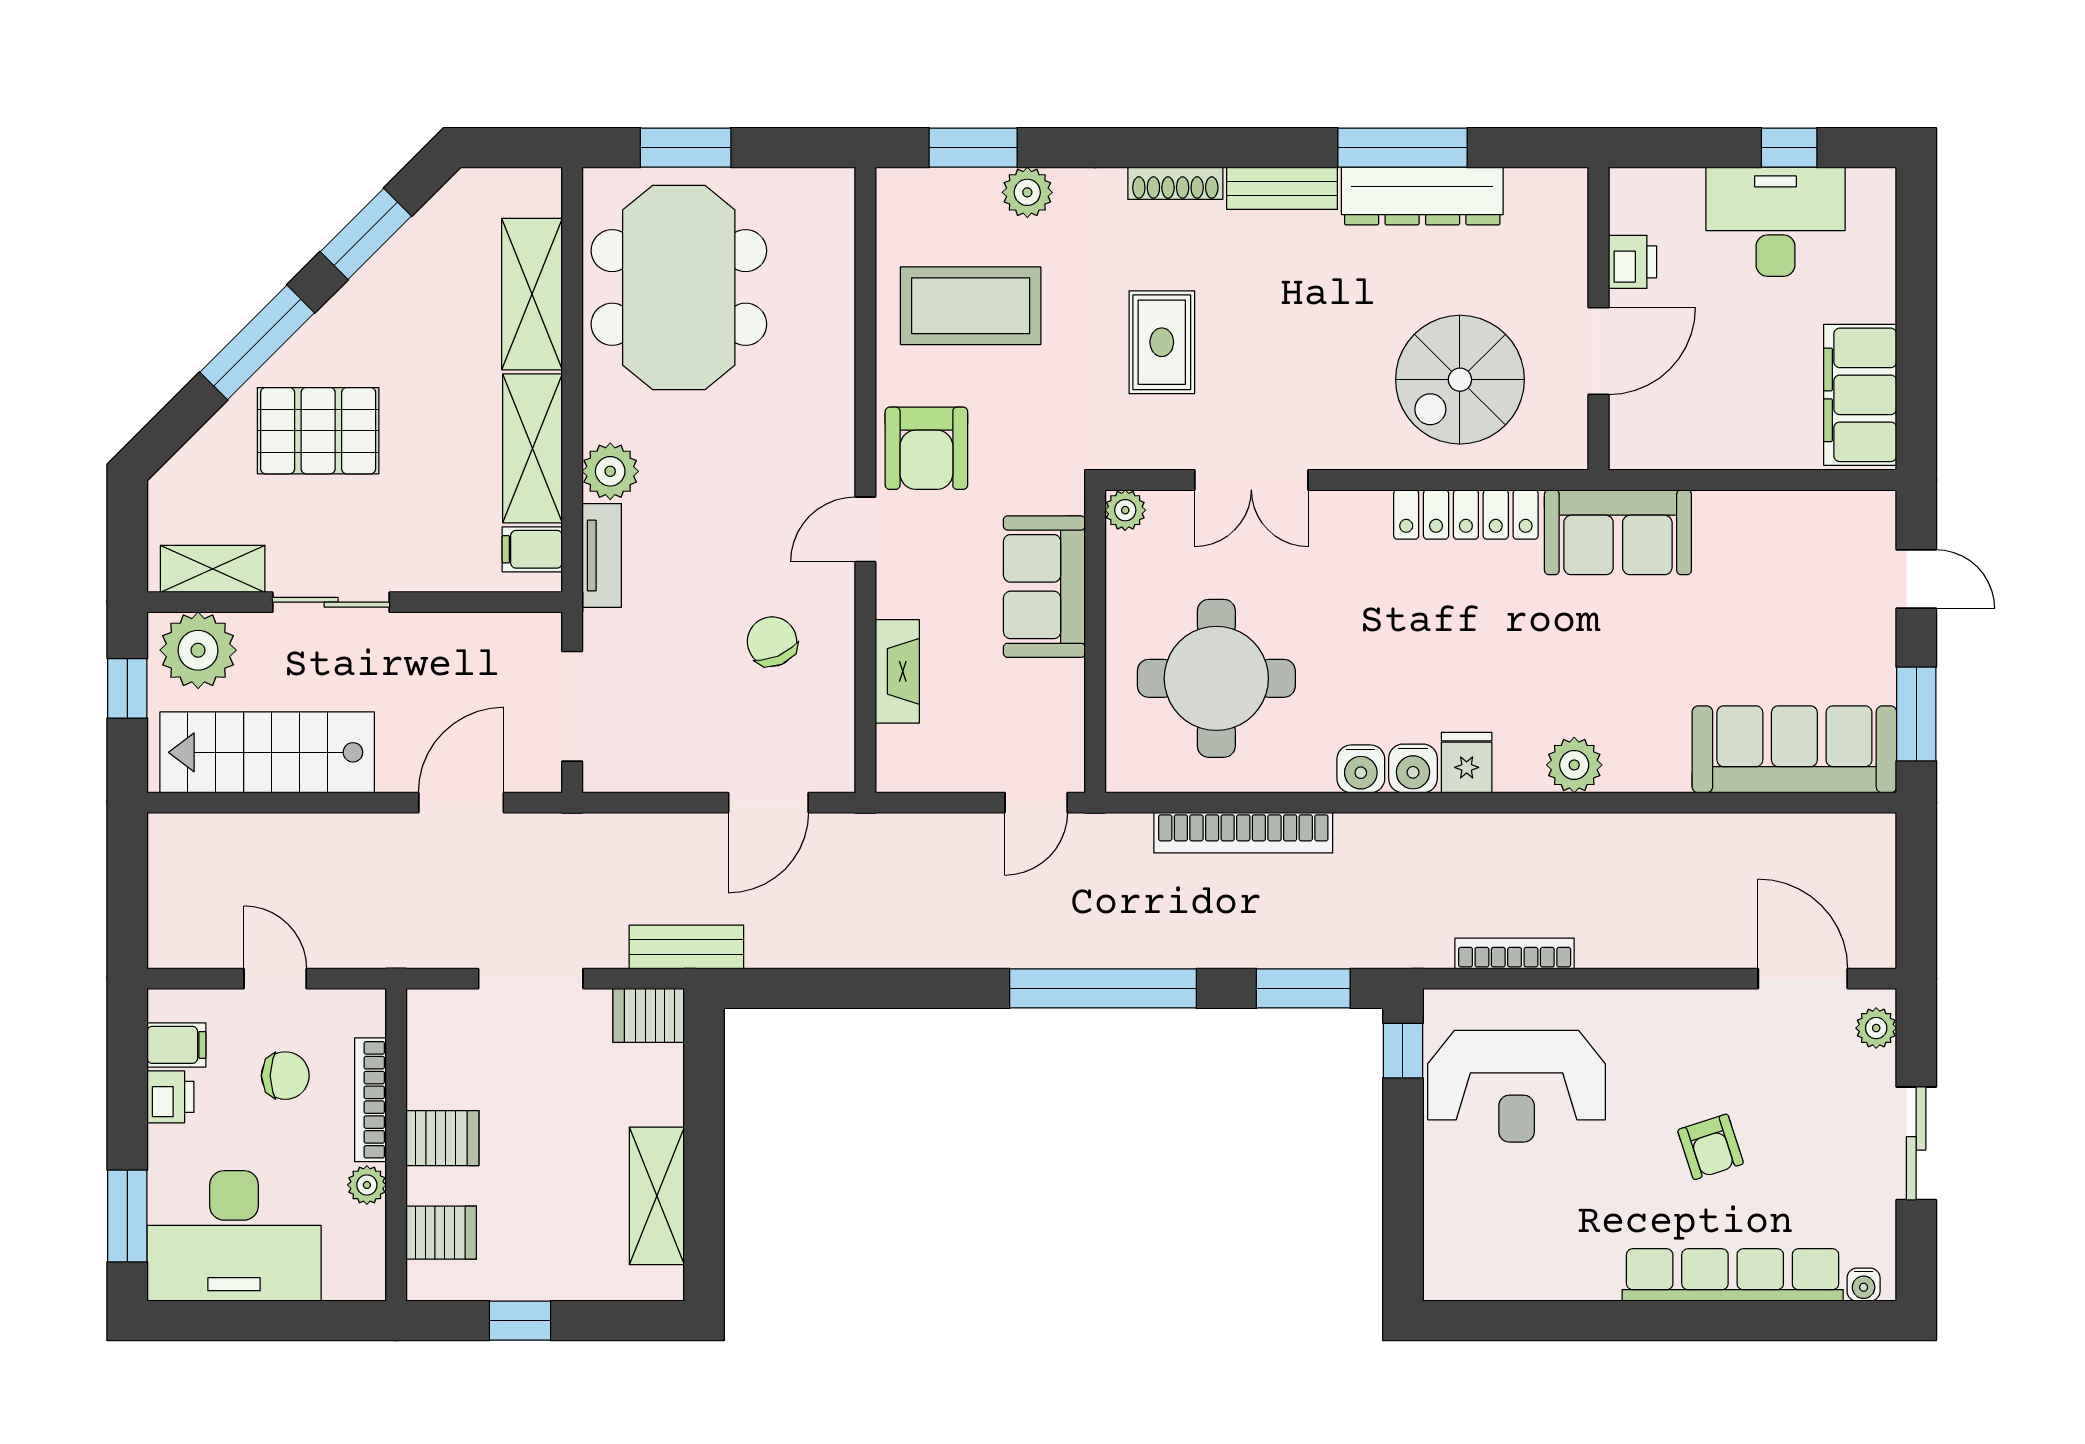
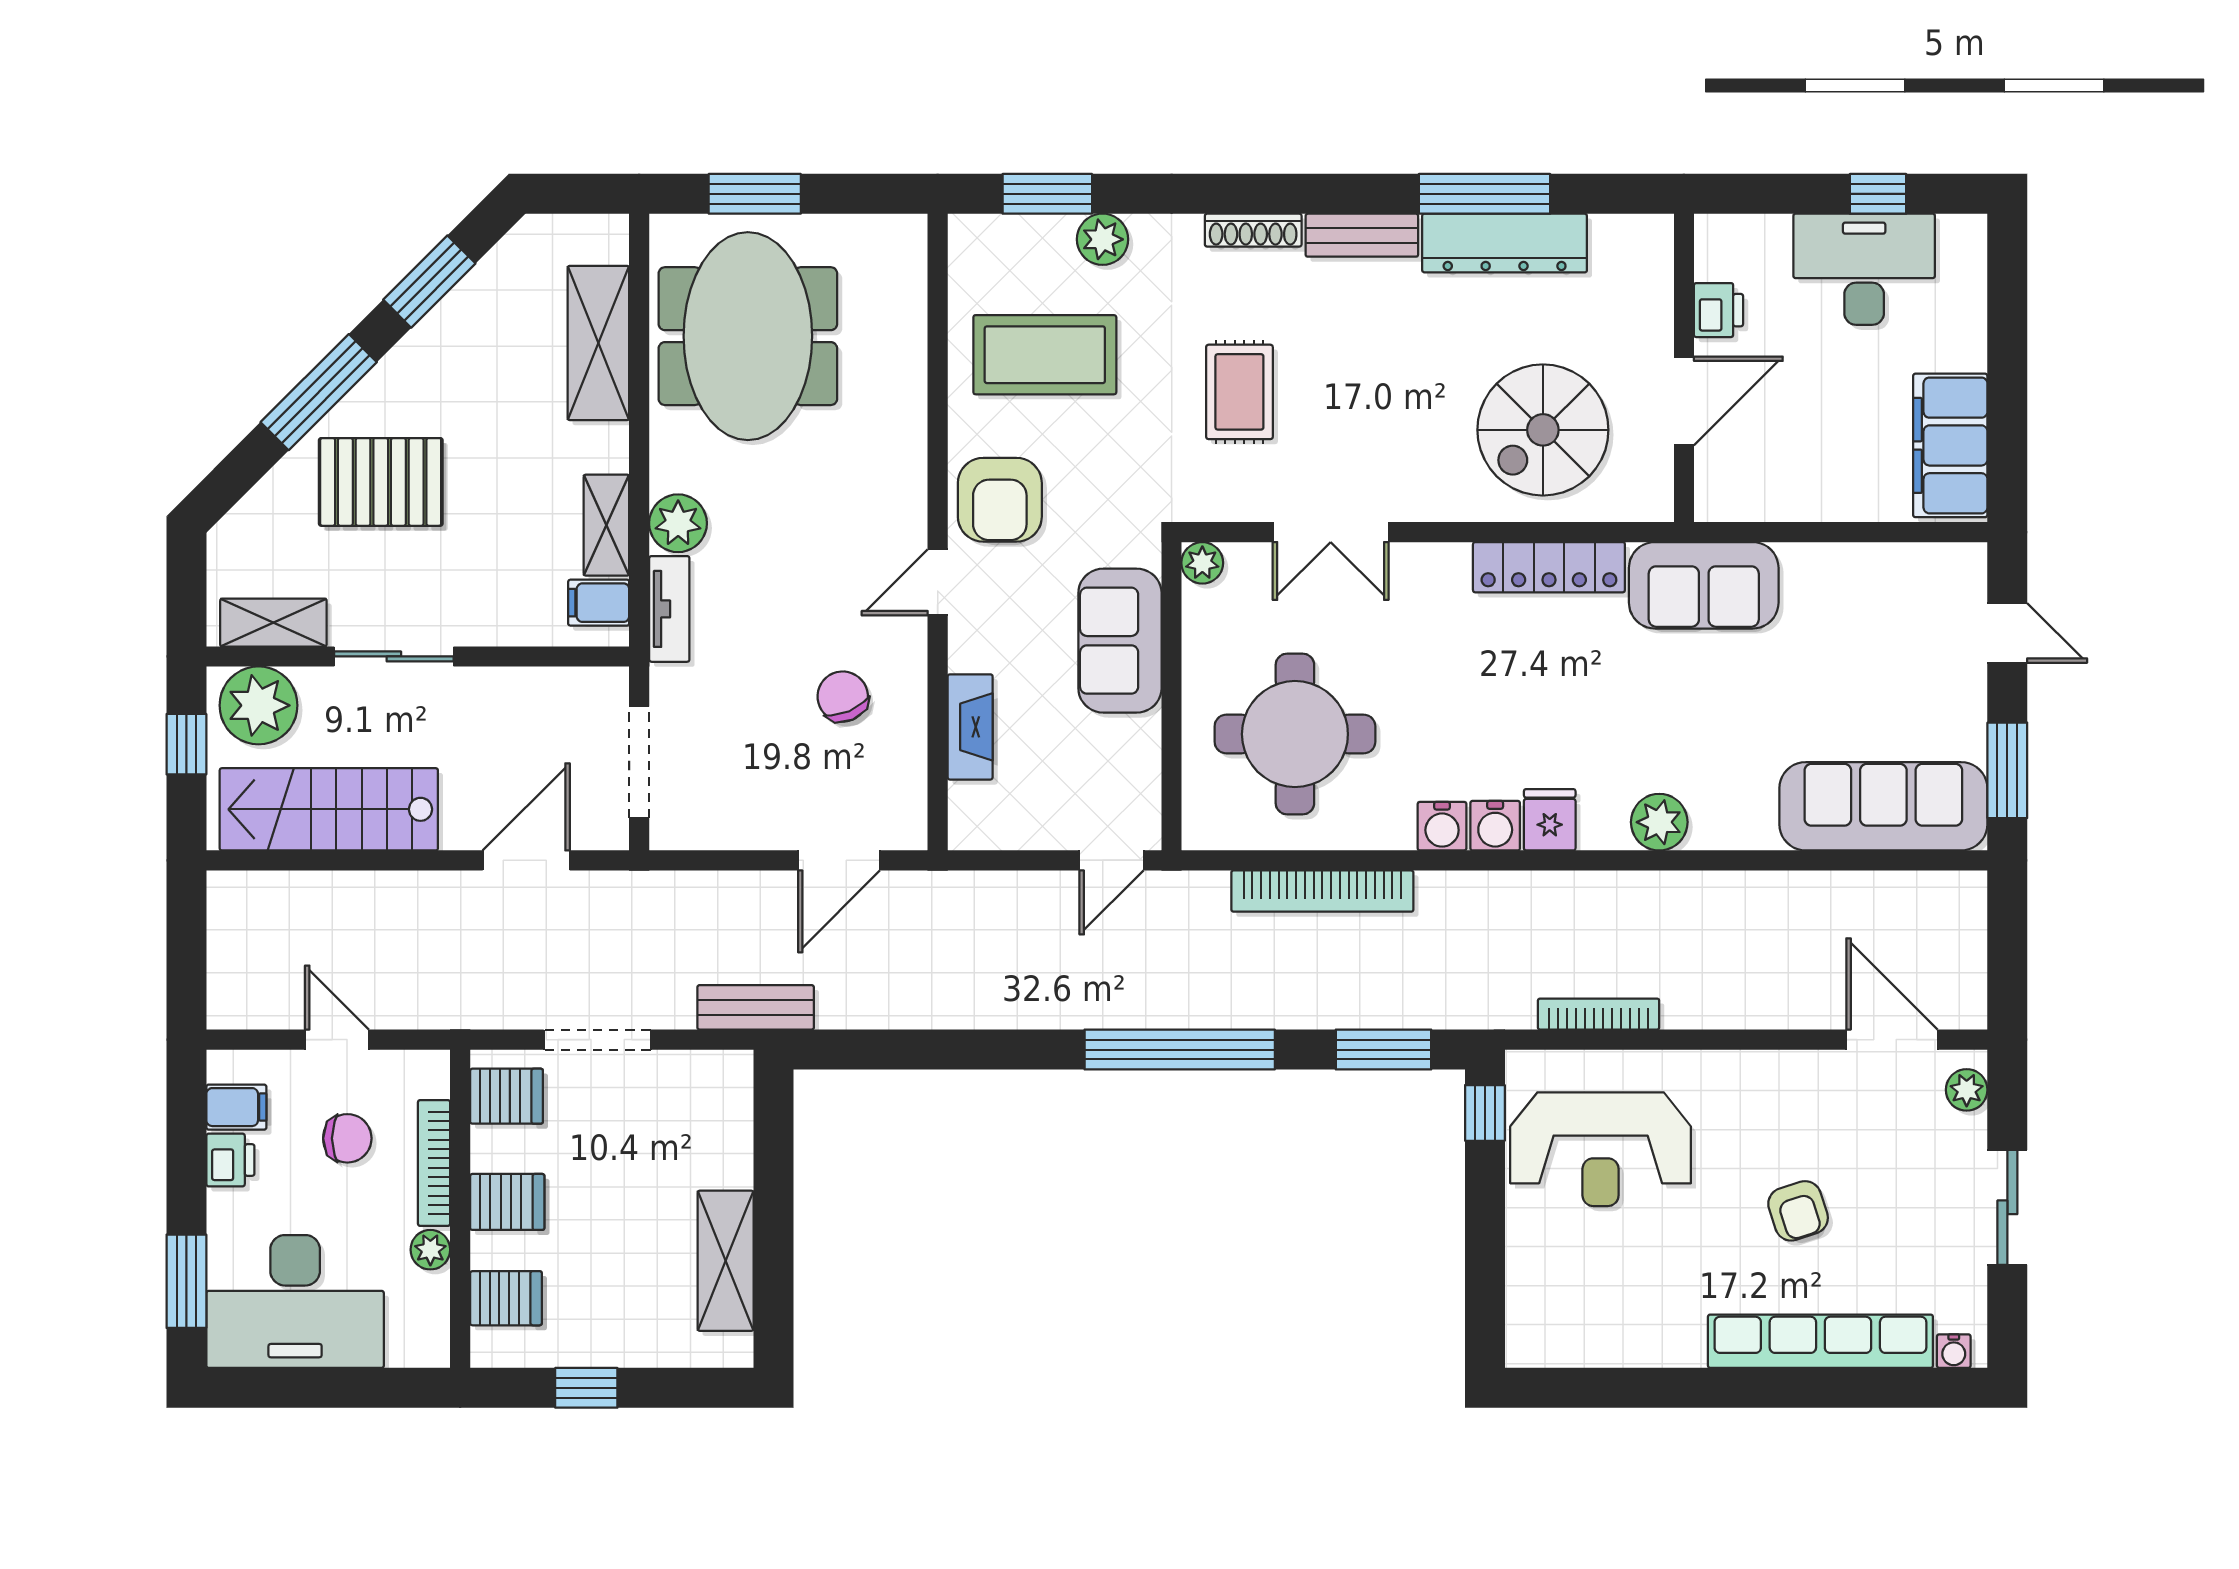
shelving: (532, 448) -> (606, 525), width x0.67, depth x0.75
server rack: (649, 1015) -> (507, 1096), moved, turned 180

